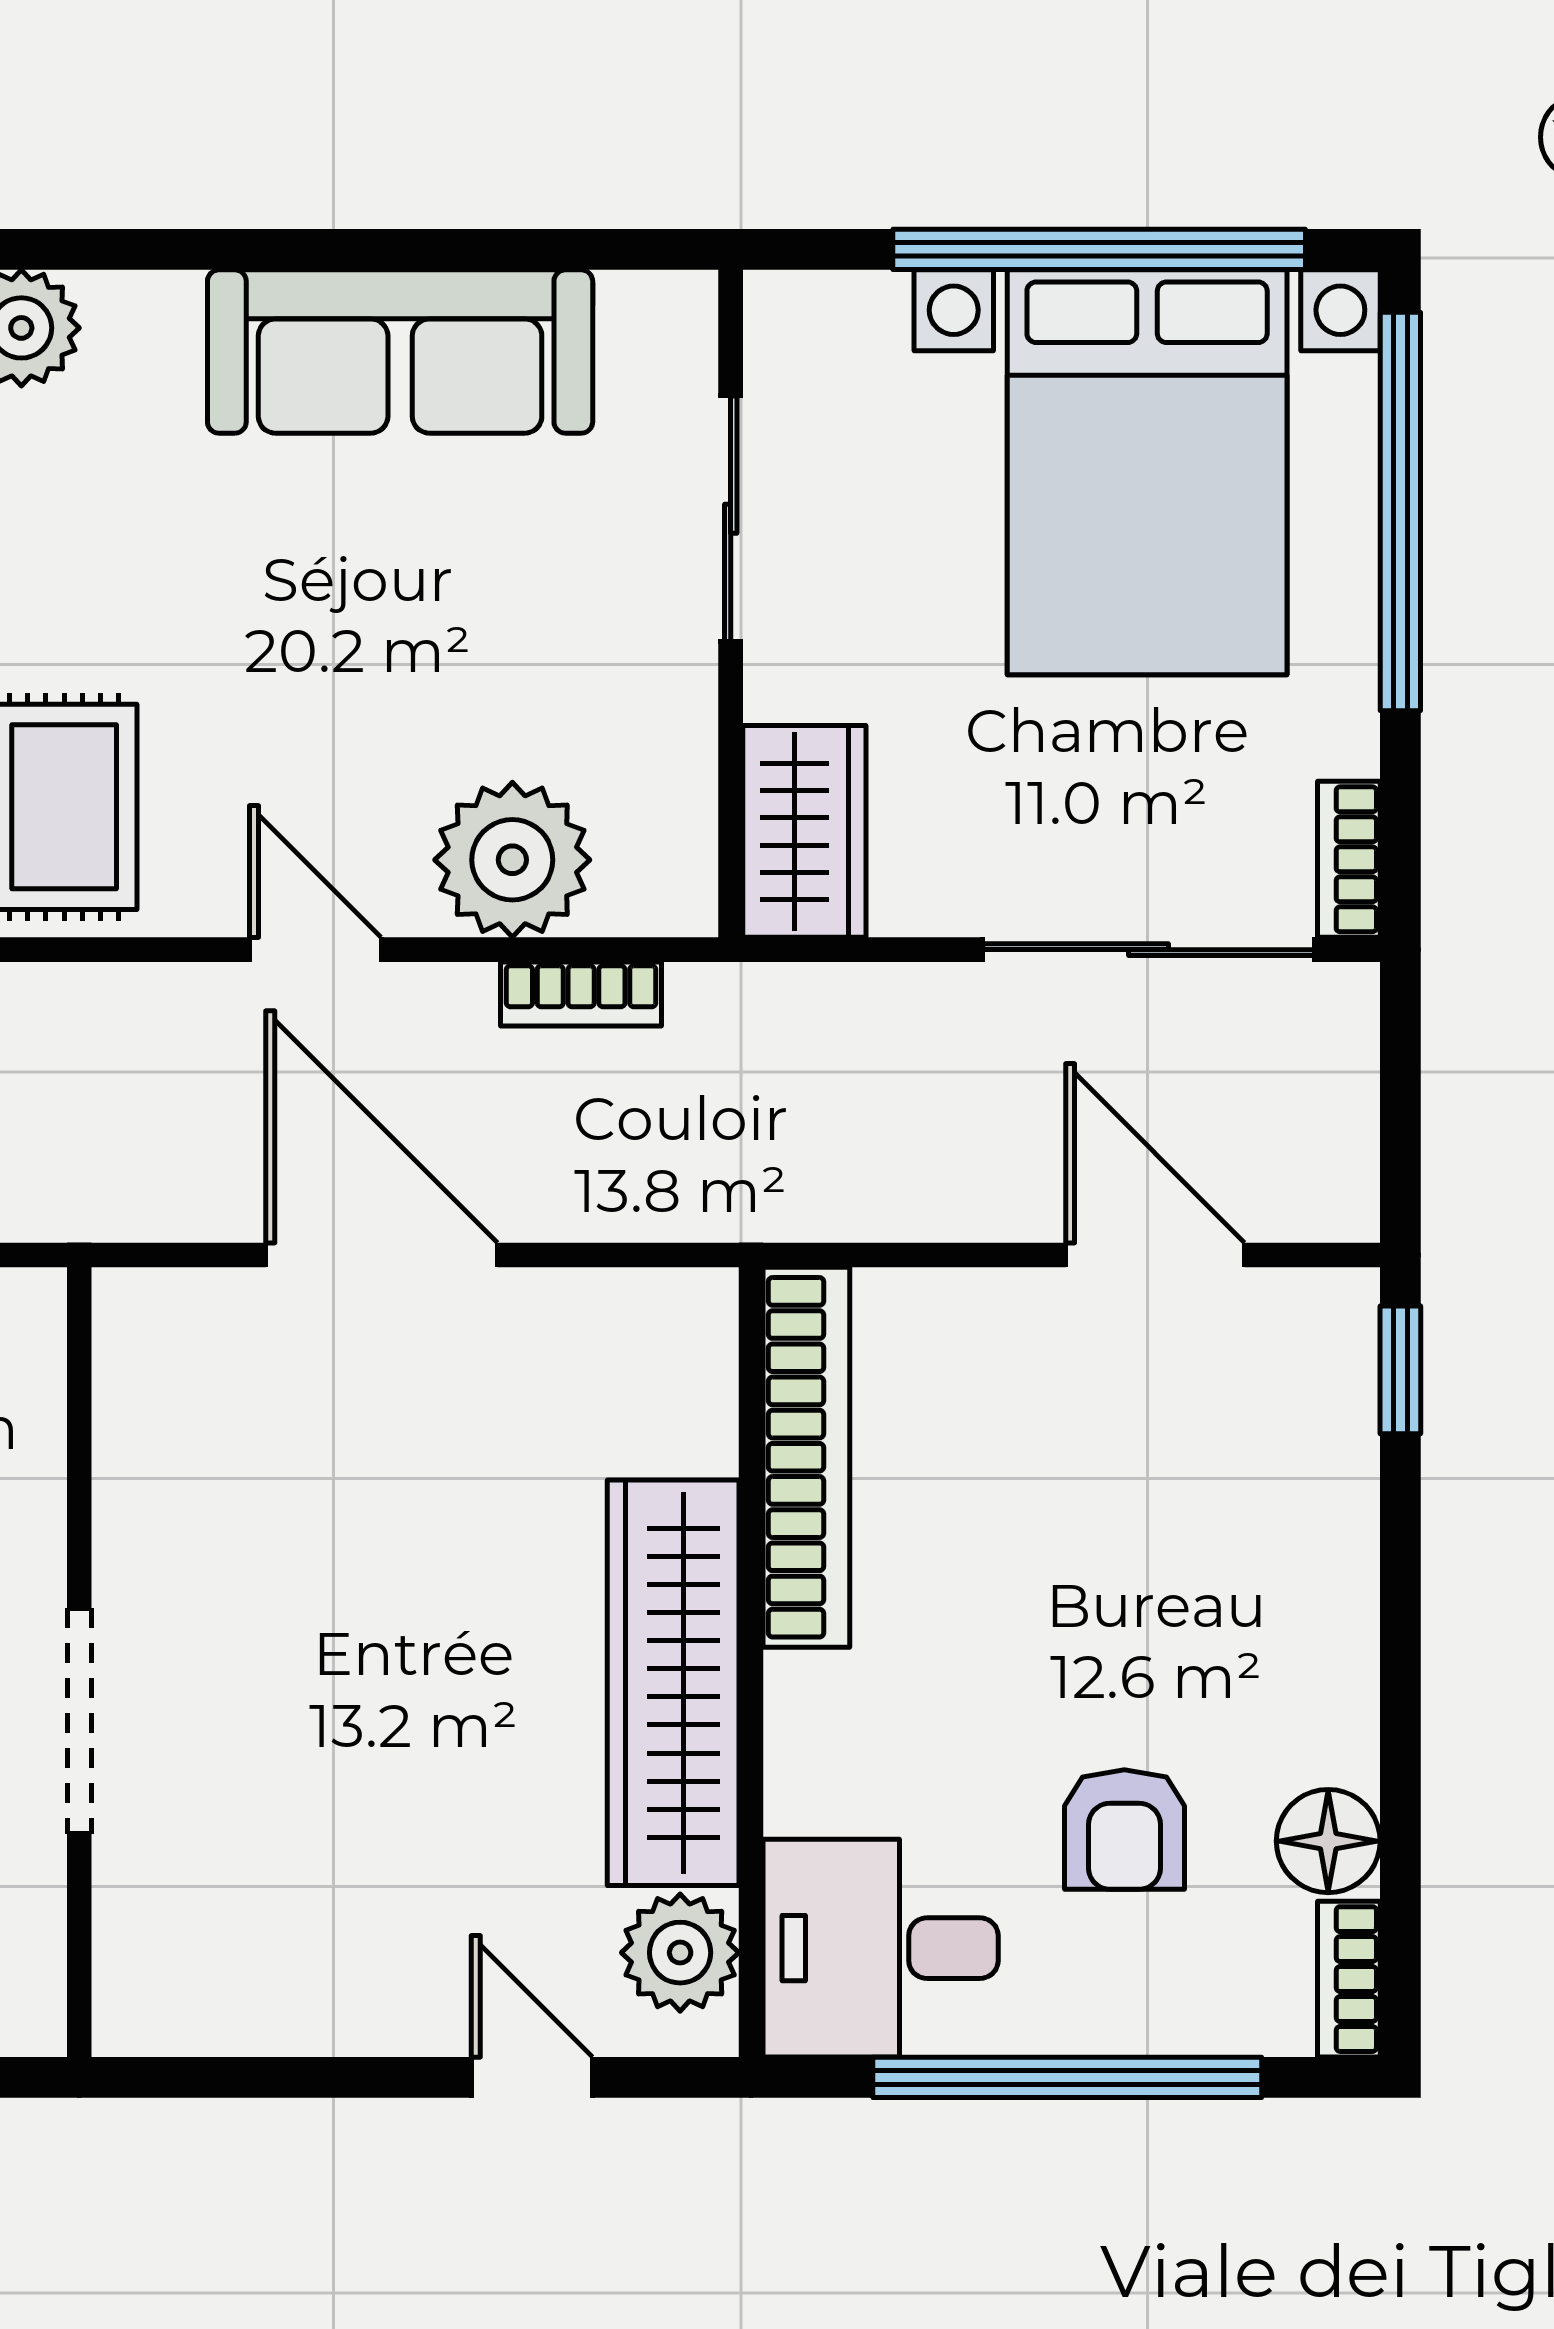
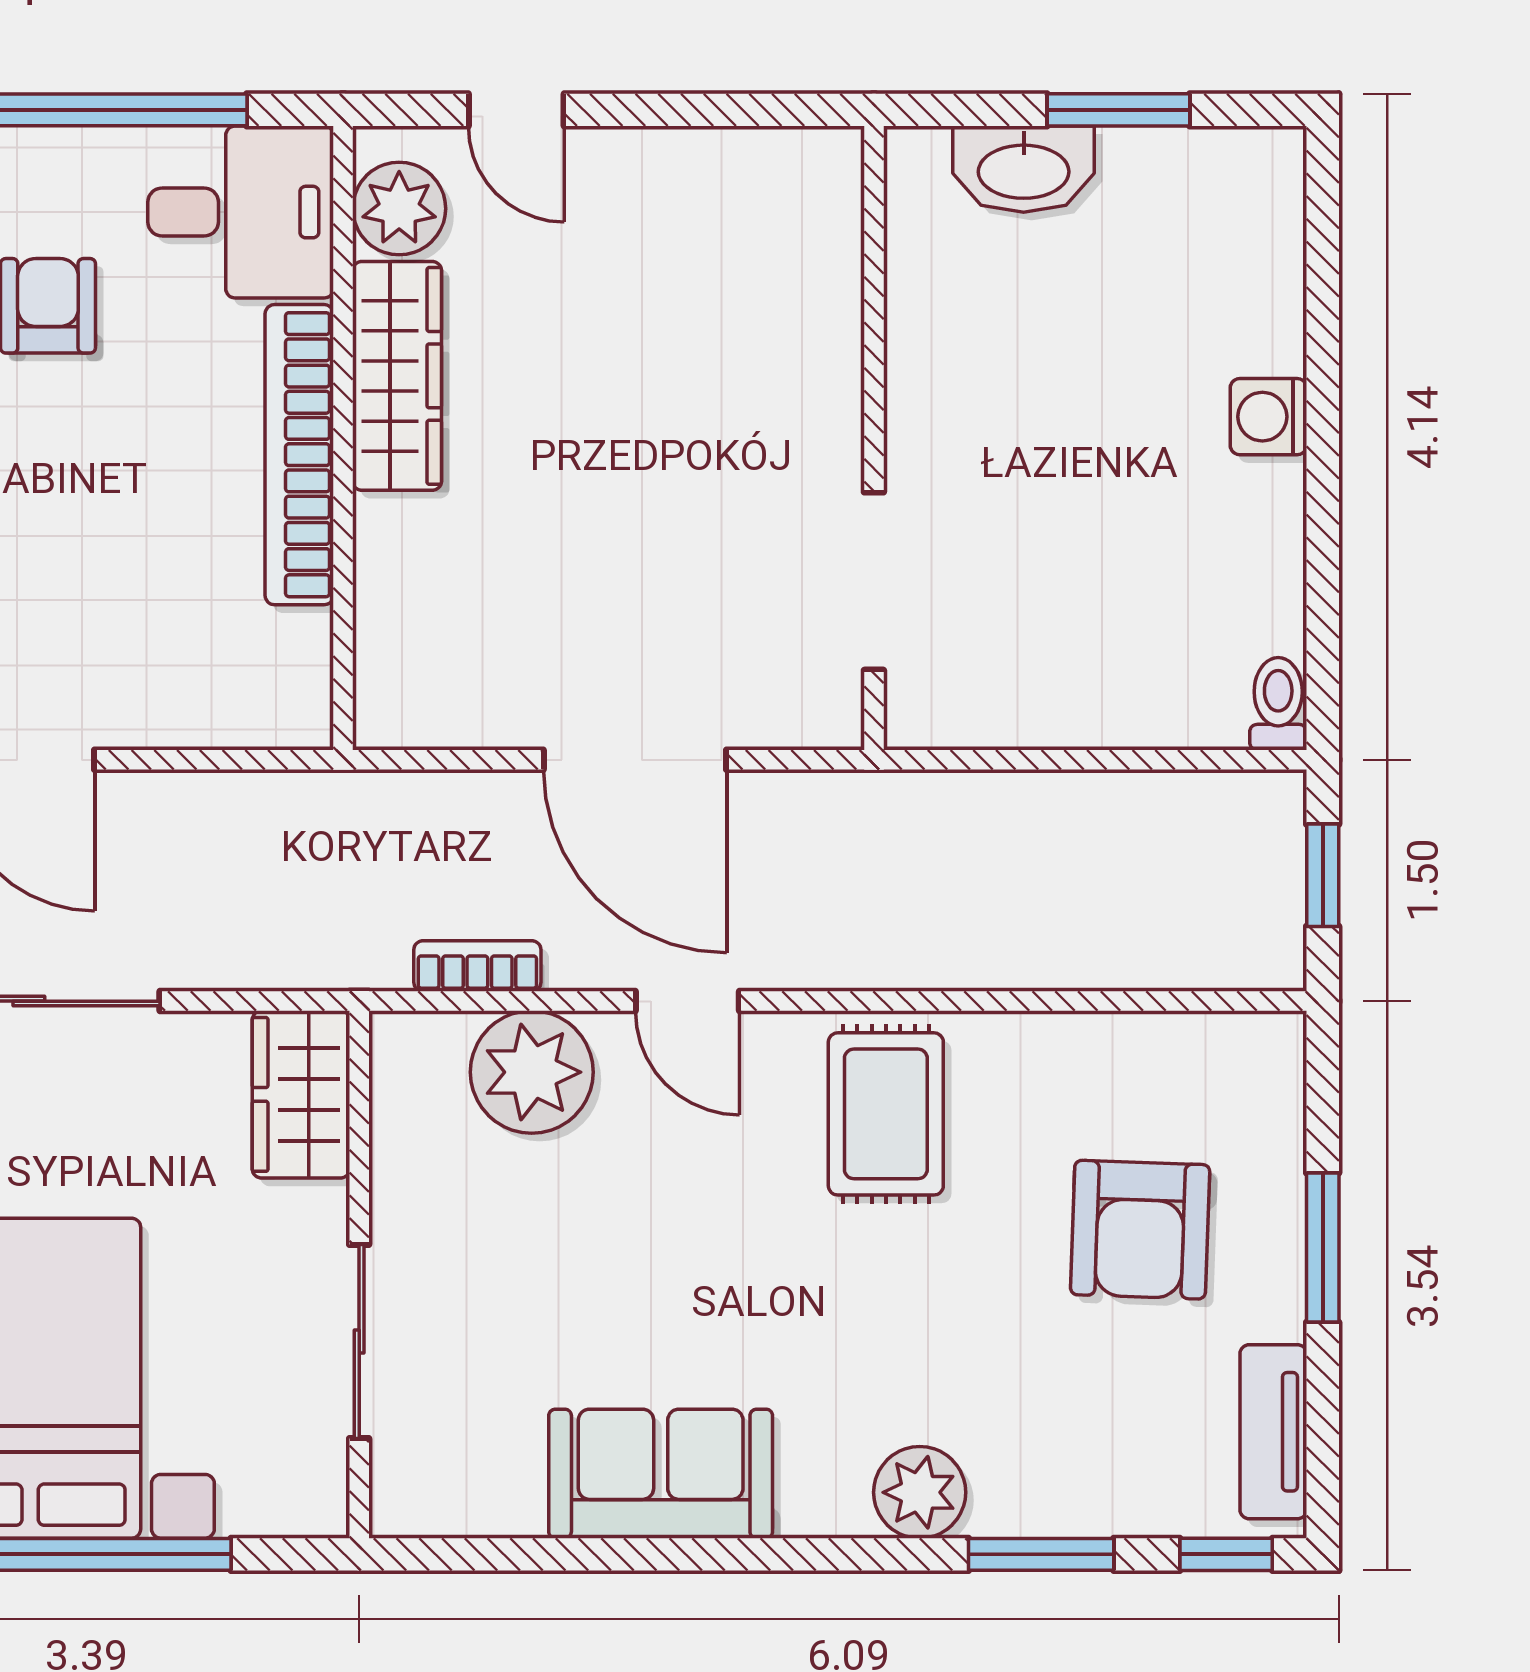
sofa: (400, 352) -> (661, 1474), width x0.73
bookcase: (806, 1457) -> (299, 455), moved
wardrobe: (673, 1683) -> (397, 376), width x0.71, depth x0.85
doorway: (79, 1721) -> (874, 581), moved

